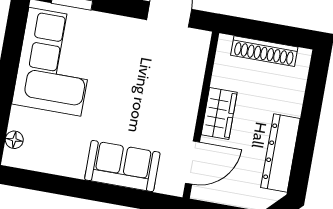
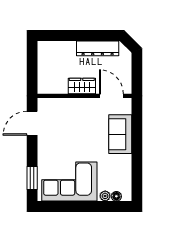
shoe rack: (264, 51) -> (43, 67), removed
plant: (18, 120) -> (105, 196), added

